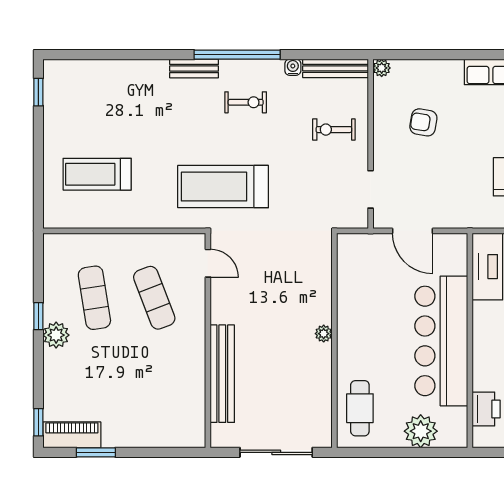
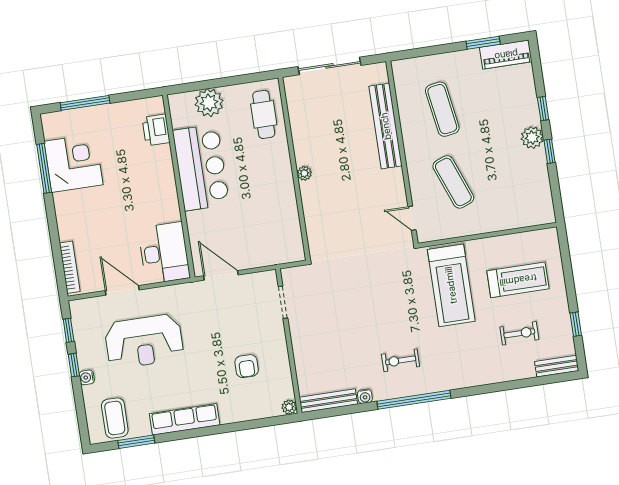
bench: (194, 69) -> (557, 366), moved
window: (38, 92) -> (576, 324), moved
armchair: (423, 122) -> (247, 366), turned 81
exercise bike: (334, 130) -> (519, 333), moved
treadmill: (223, 187) -> (451, 285), moved, turned 90
door: (413, 231) -> (221, 275), moved
exercise mat: (94, 298) -> (442, 109), moved
bar counter: (441, 341) -> (201, 167), width x0.73
window: (38, 422) -> (543, 108), moved

